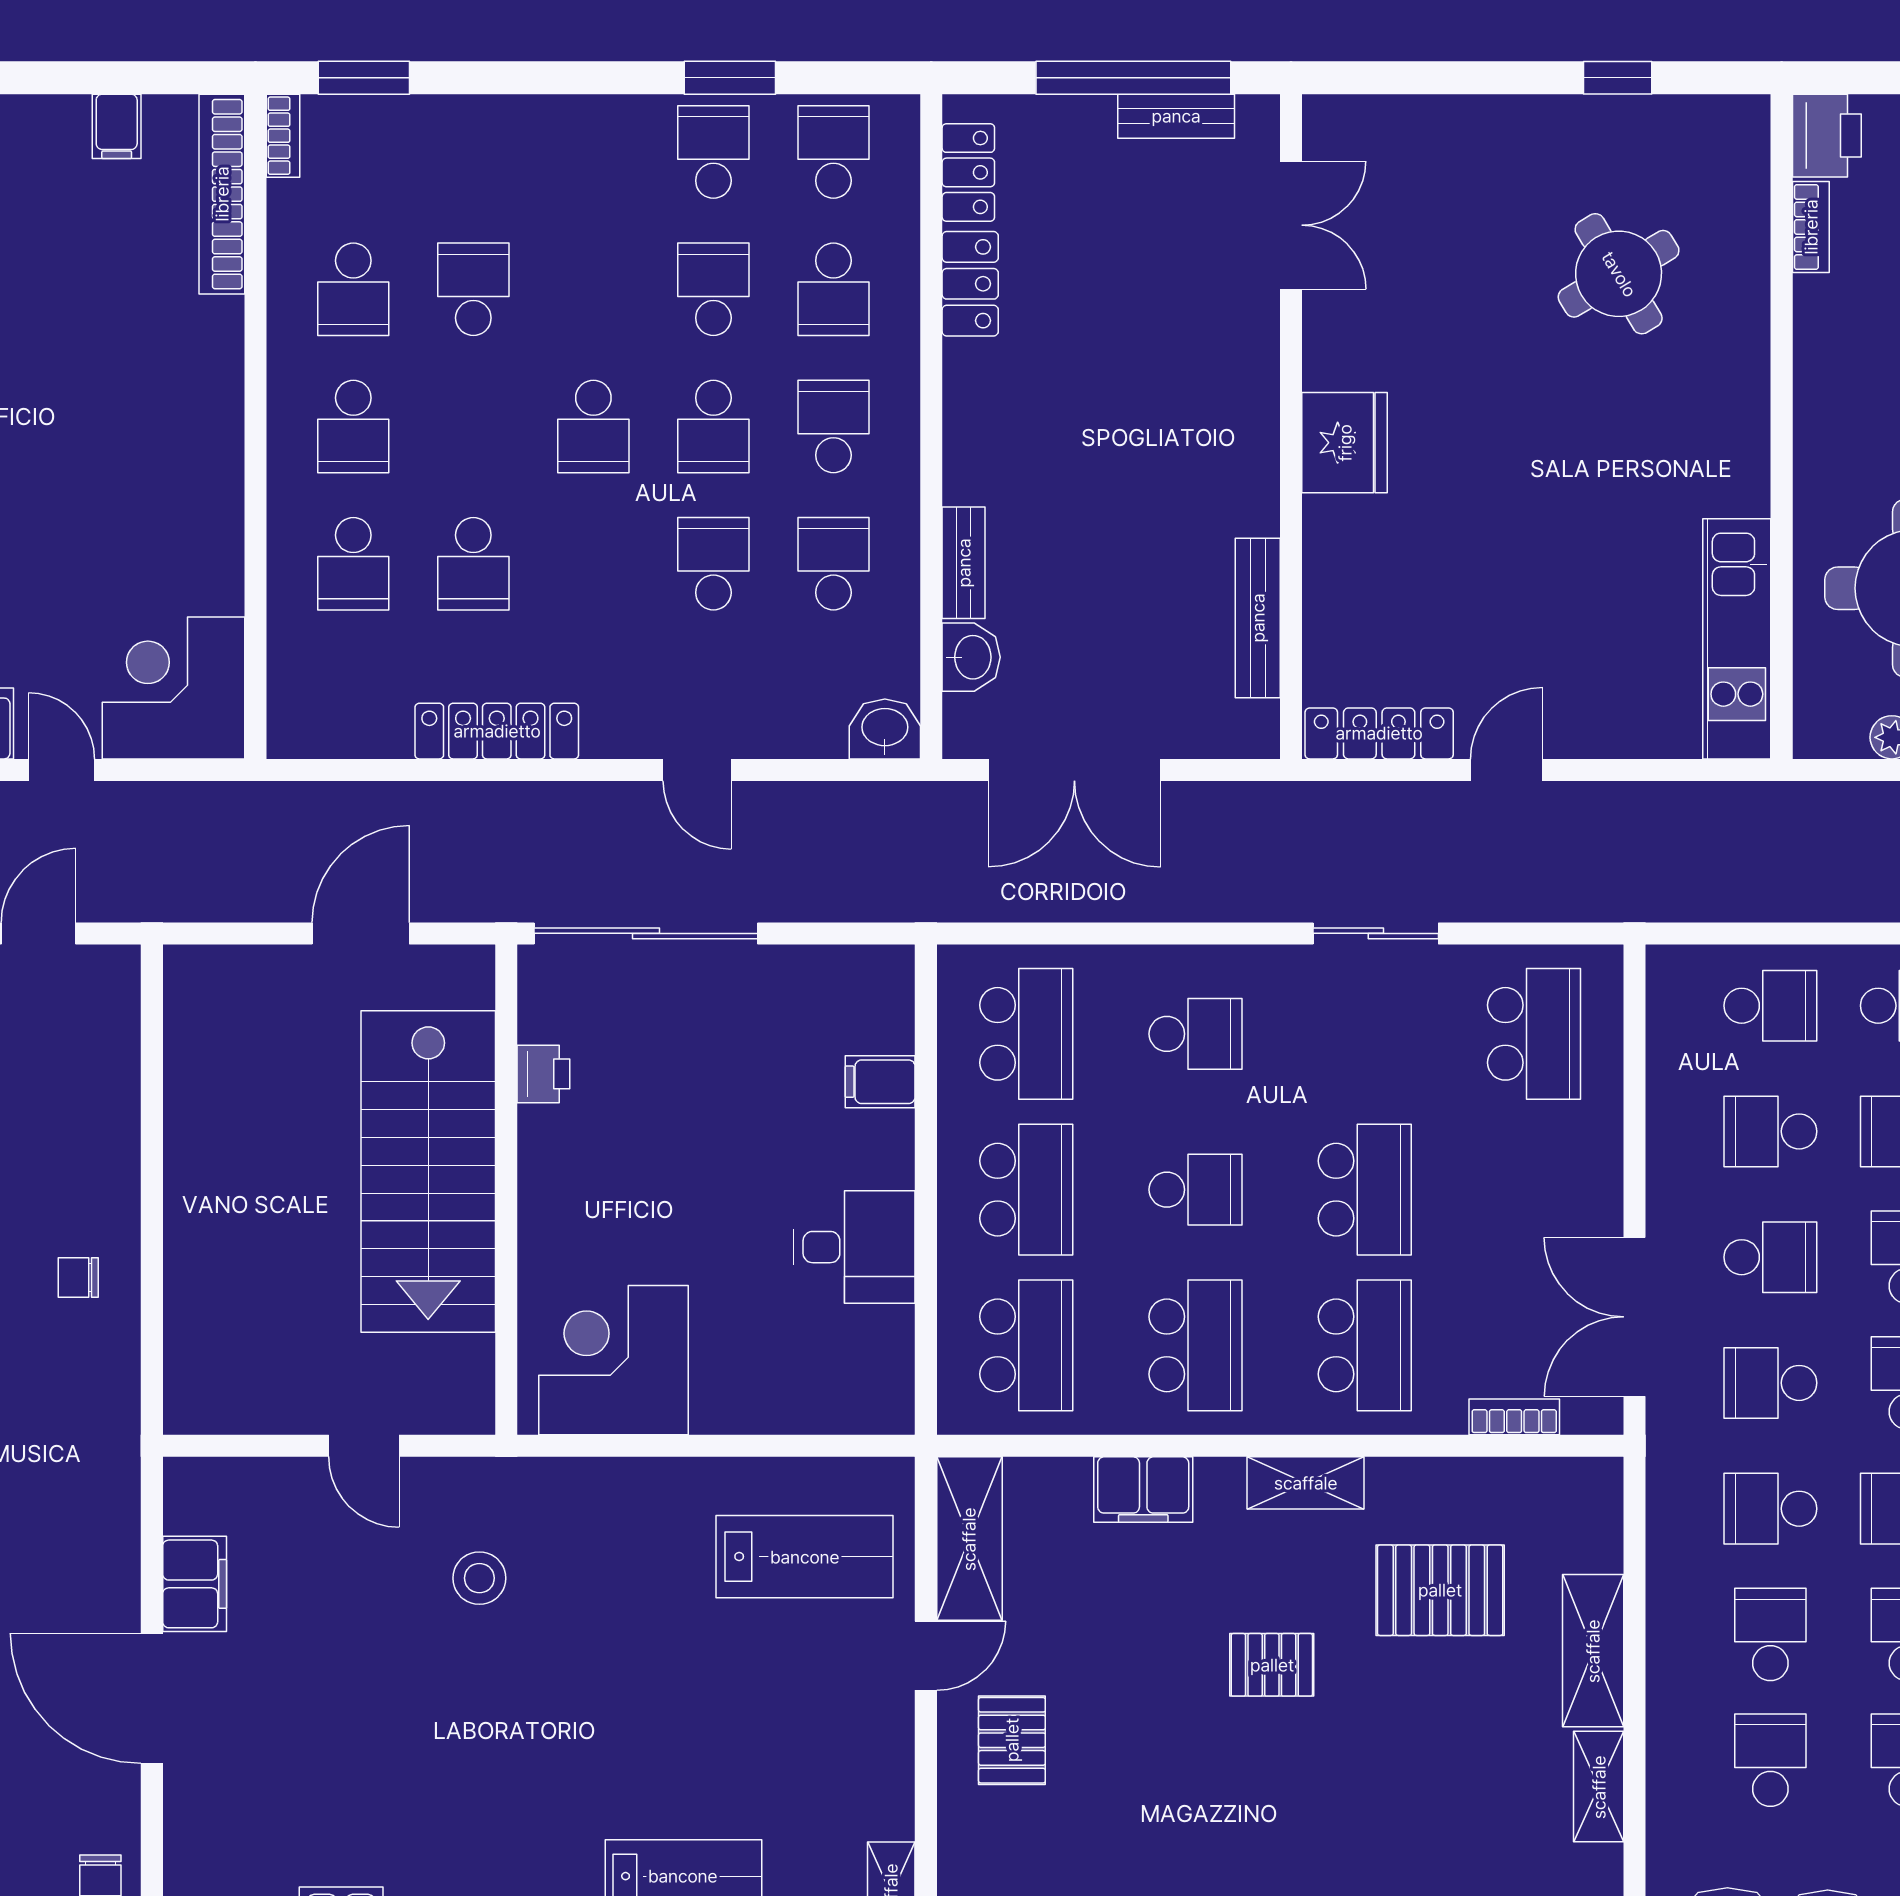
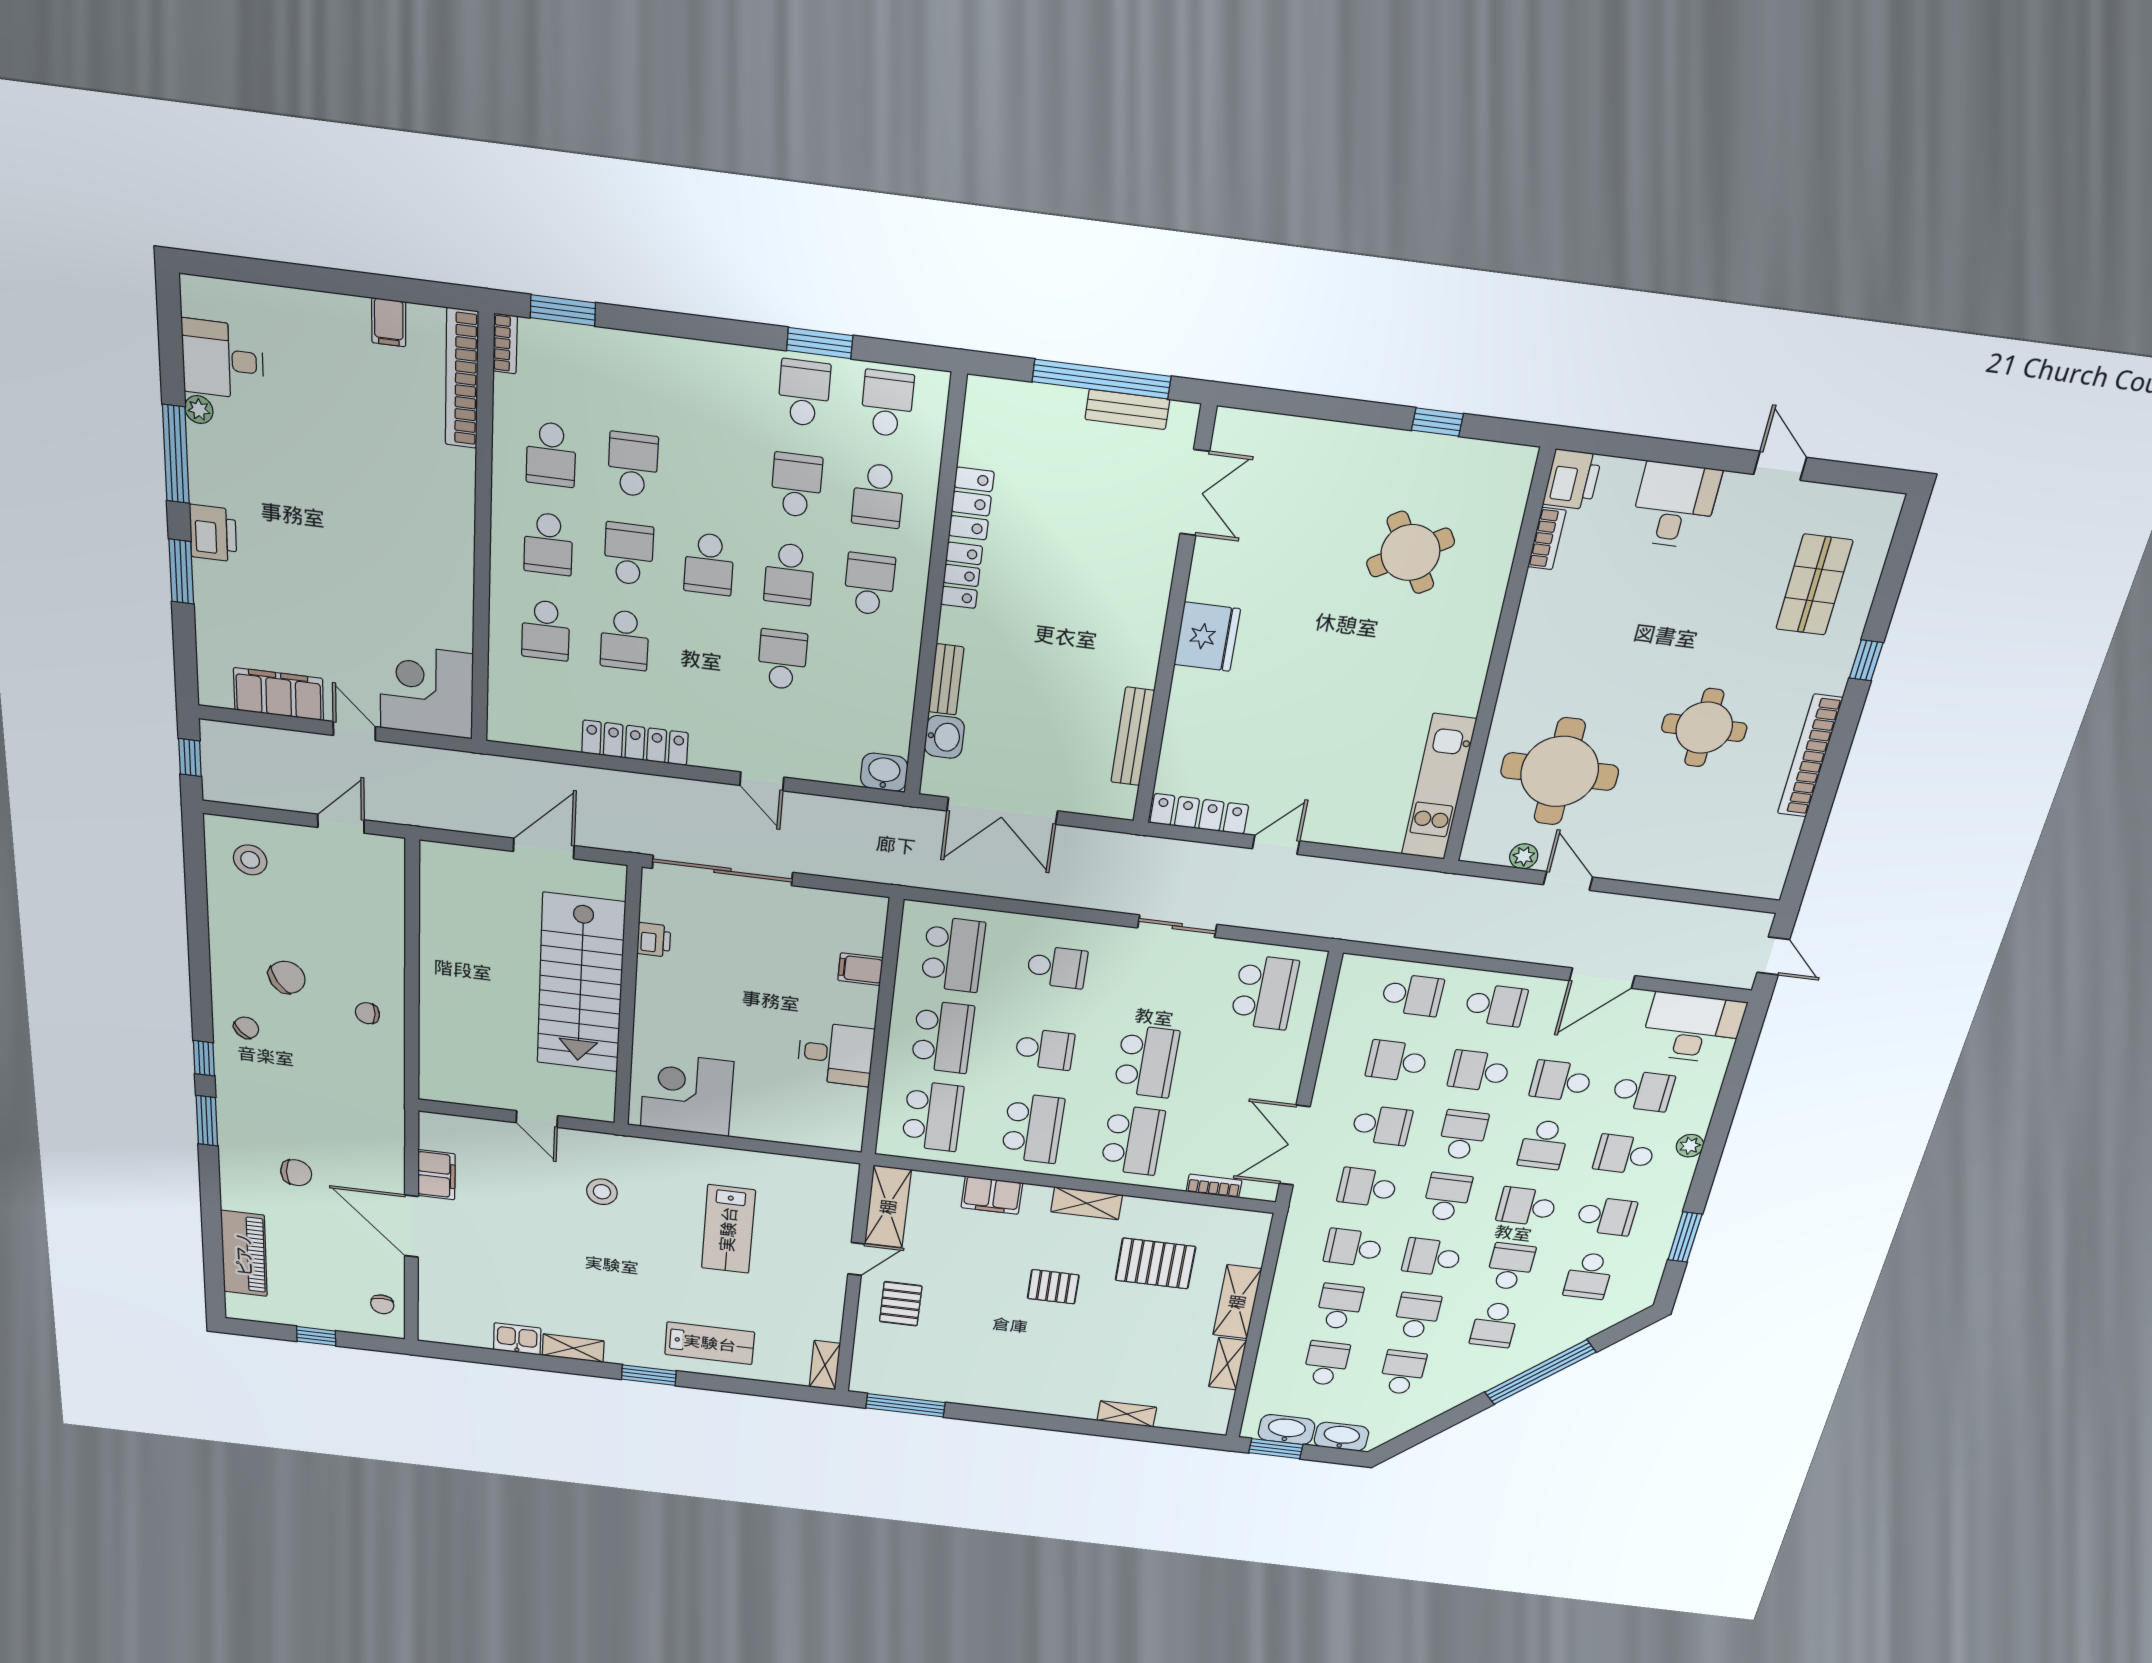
locker: (968, 172) -> (961, 575), moved
school desk: (833, 564) -> (629, 554), moved
lab bench: (805, 1557) -> (728, 1229), moved, turned 90

